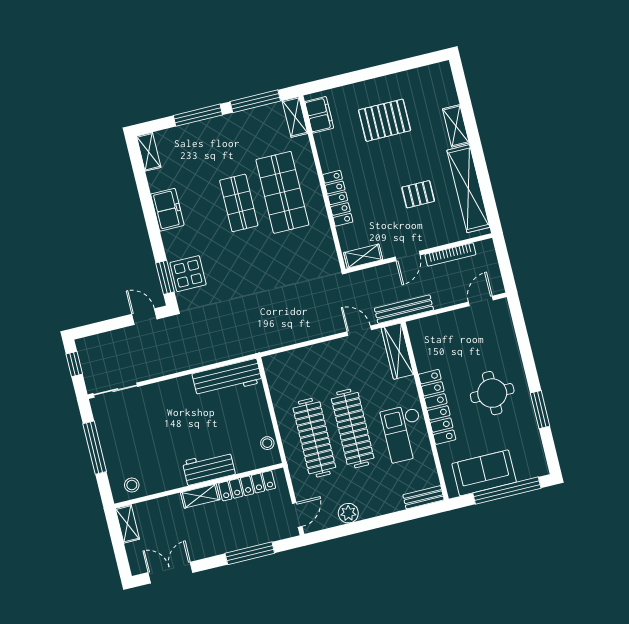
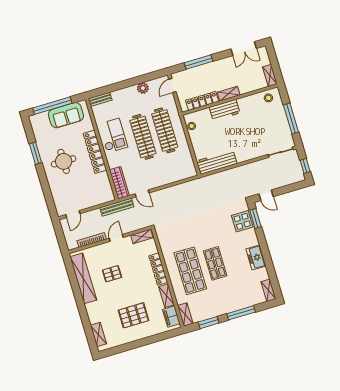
window: (255, 101) -> (209, 323), width x0.69
shelving: (456, 126) -> (98, 334), moved
shelving: (326, 151) -> (166, 296), added

